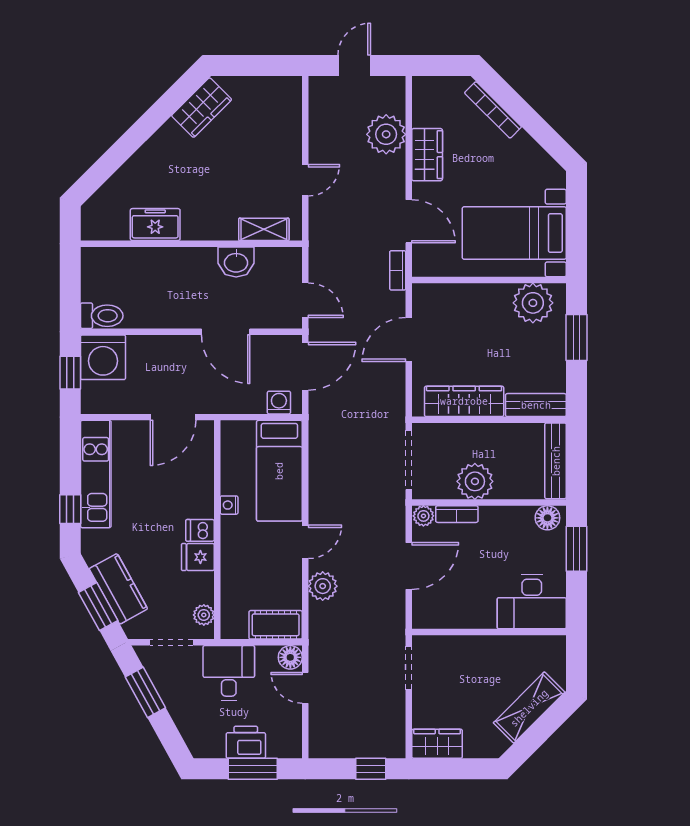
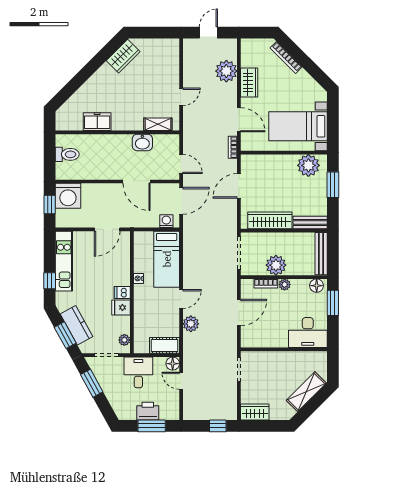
toilet: (102, 316) -> (67, 154), moved
plant: (423, 516) -> (285, 285), moved

